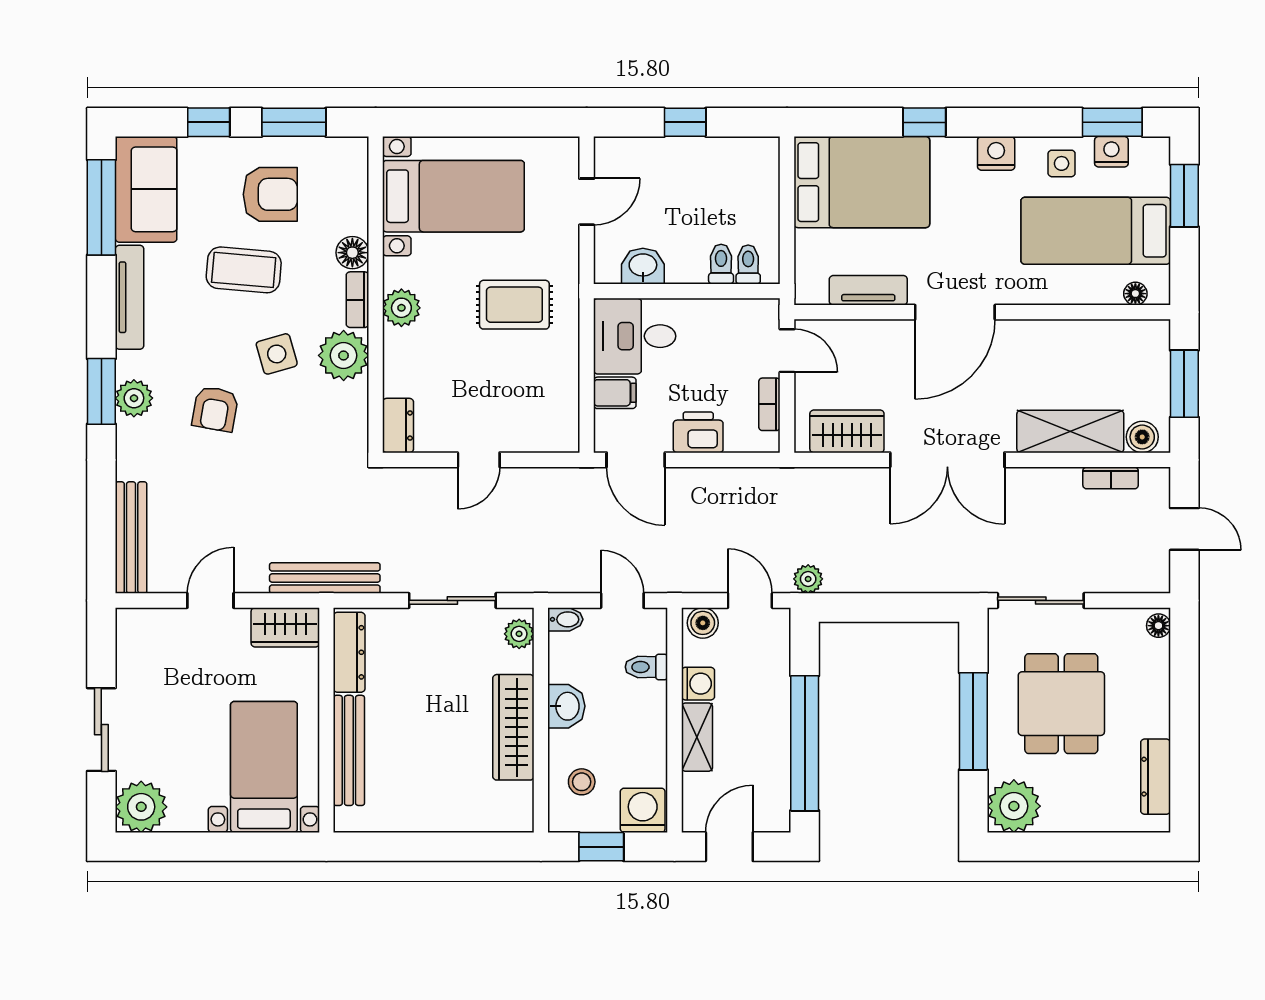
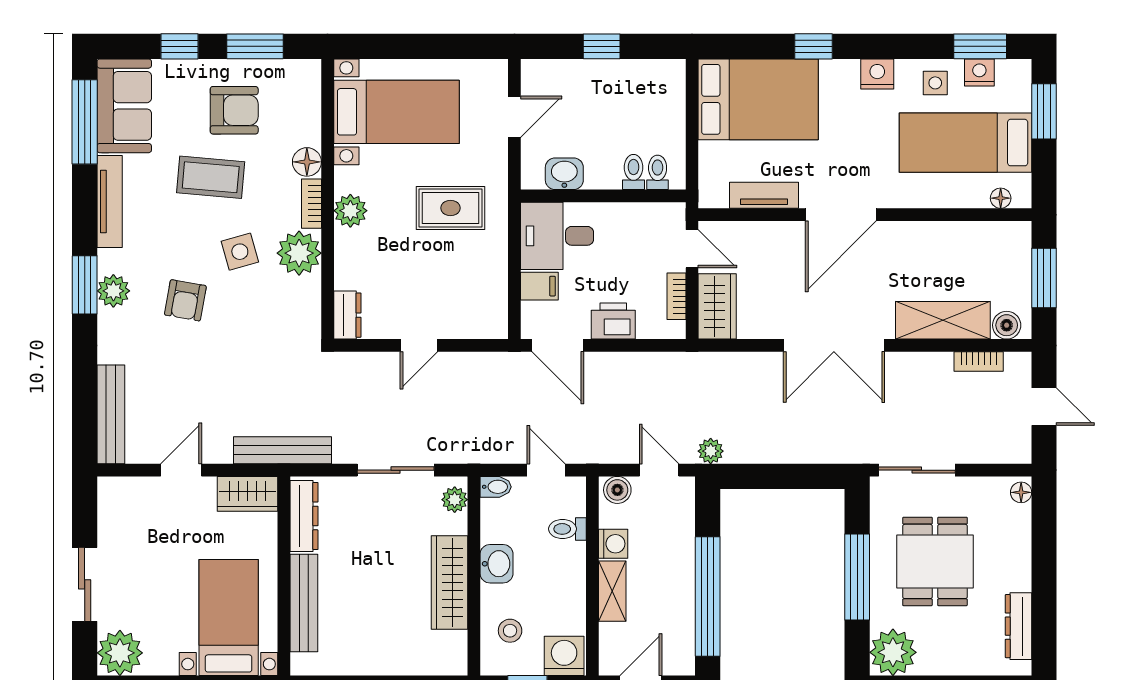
wardrobe: (847, 431) -> (717, 306), moved, turned 90

